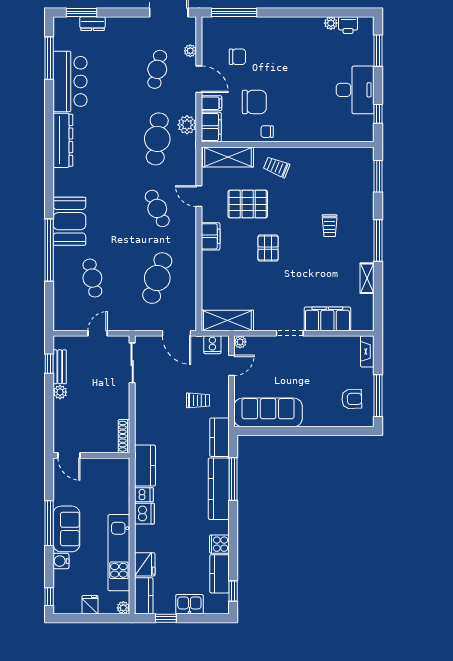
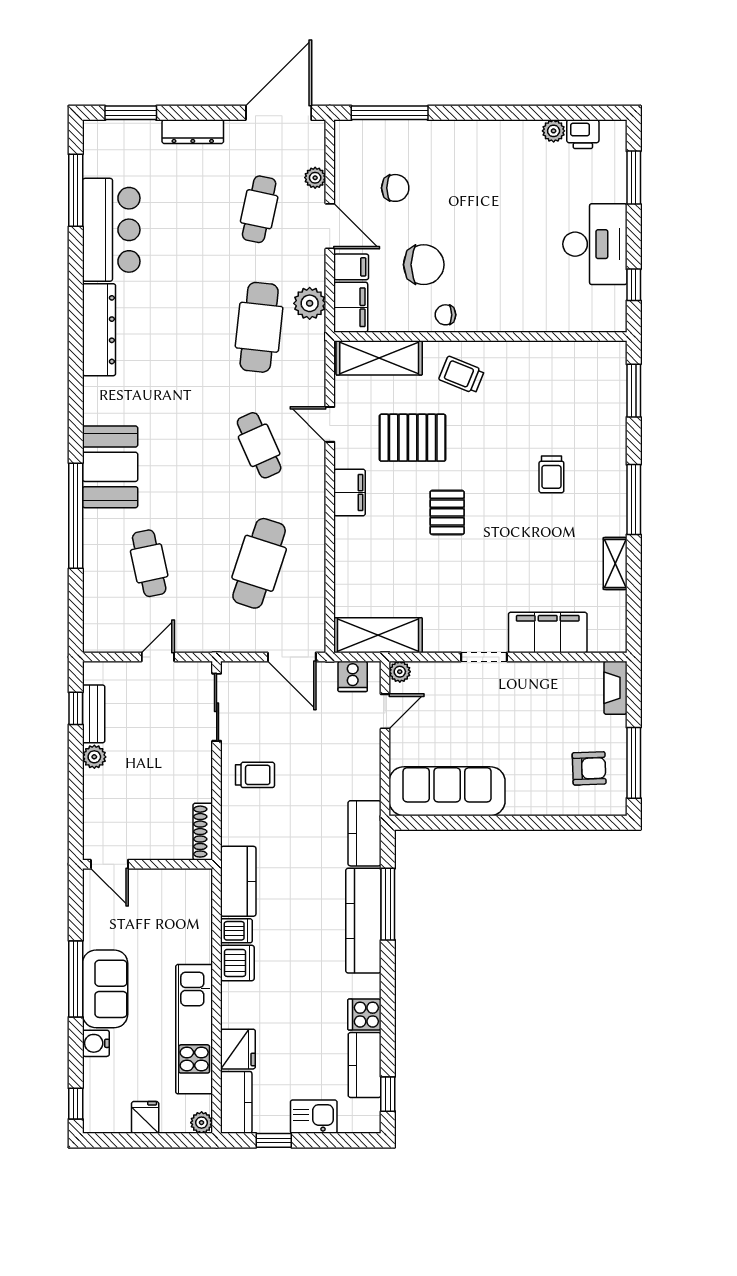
dresser: (92, 24) -> (193, 132), moved, width x1.44
trolley: (198, 400) -> (255, 775), moved

